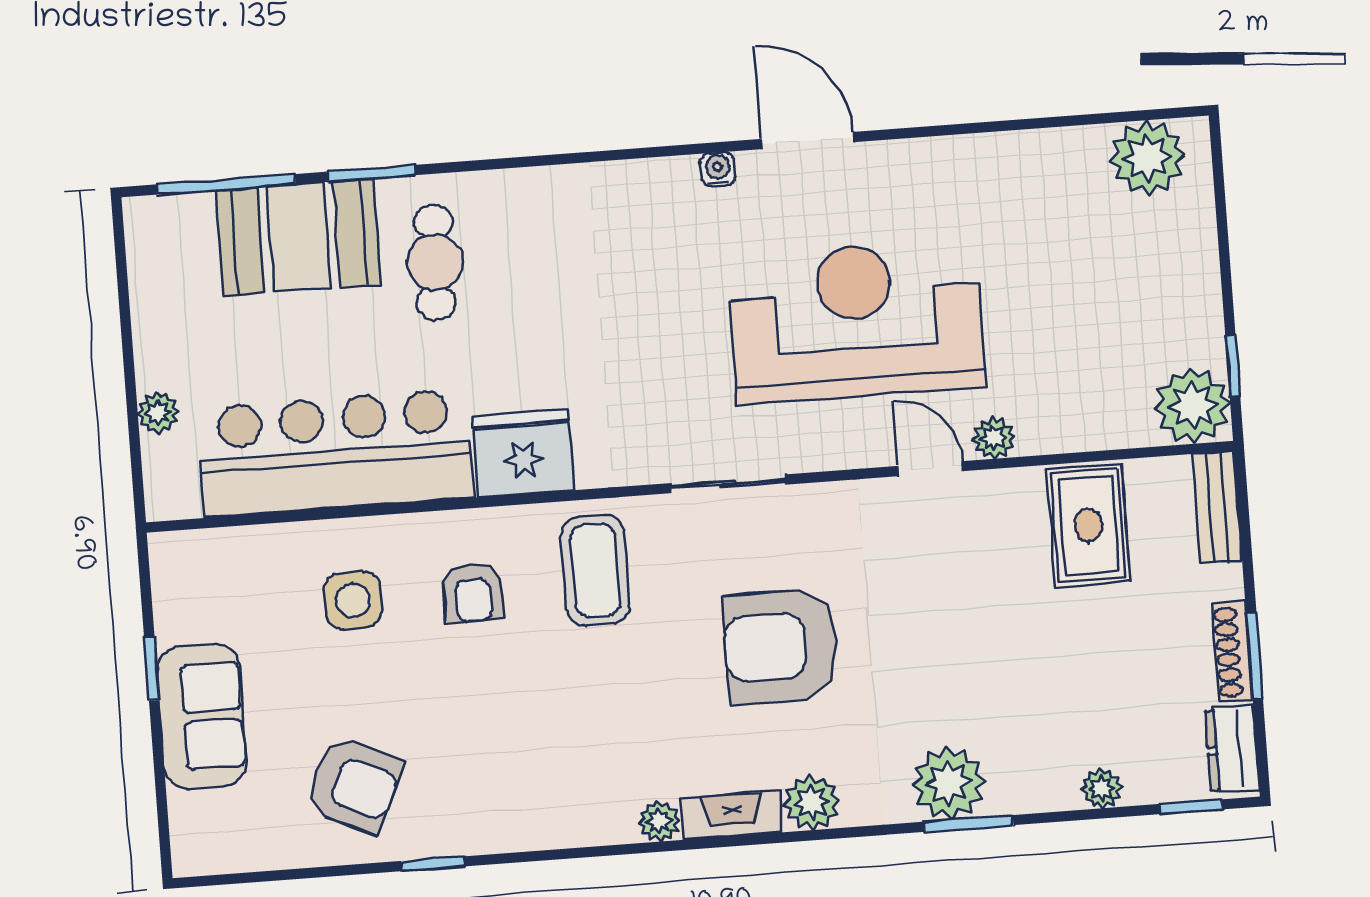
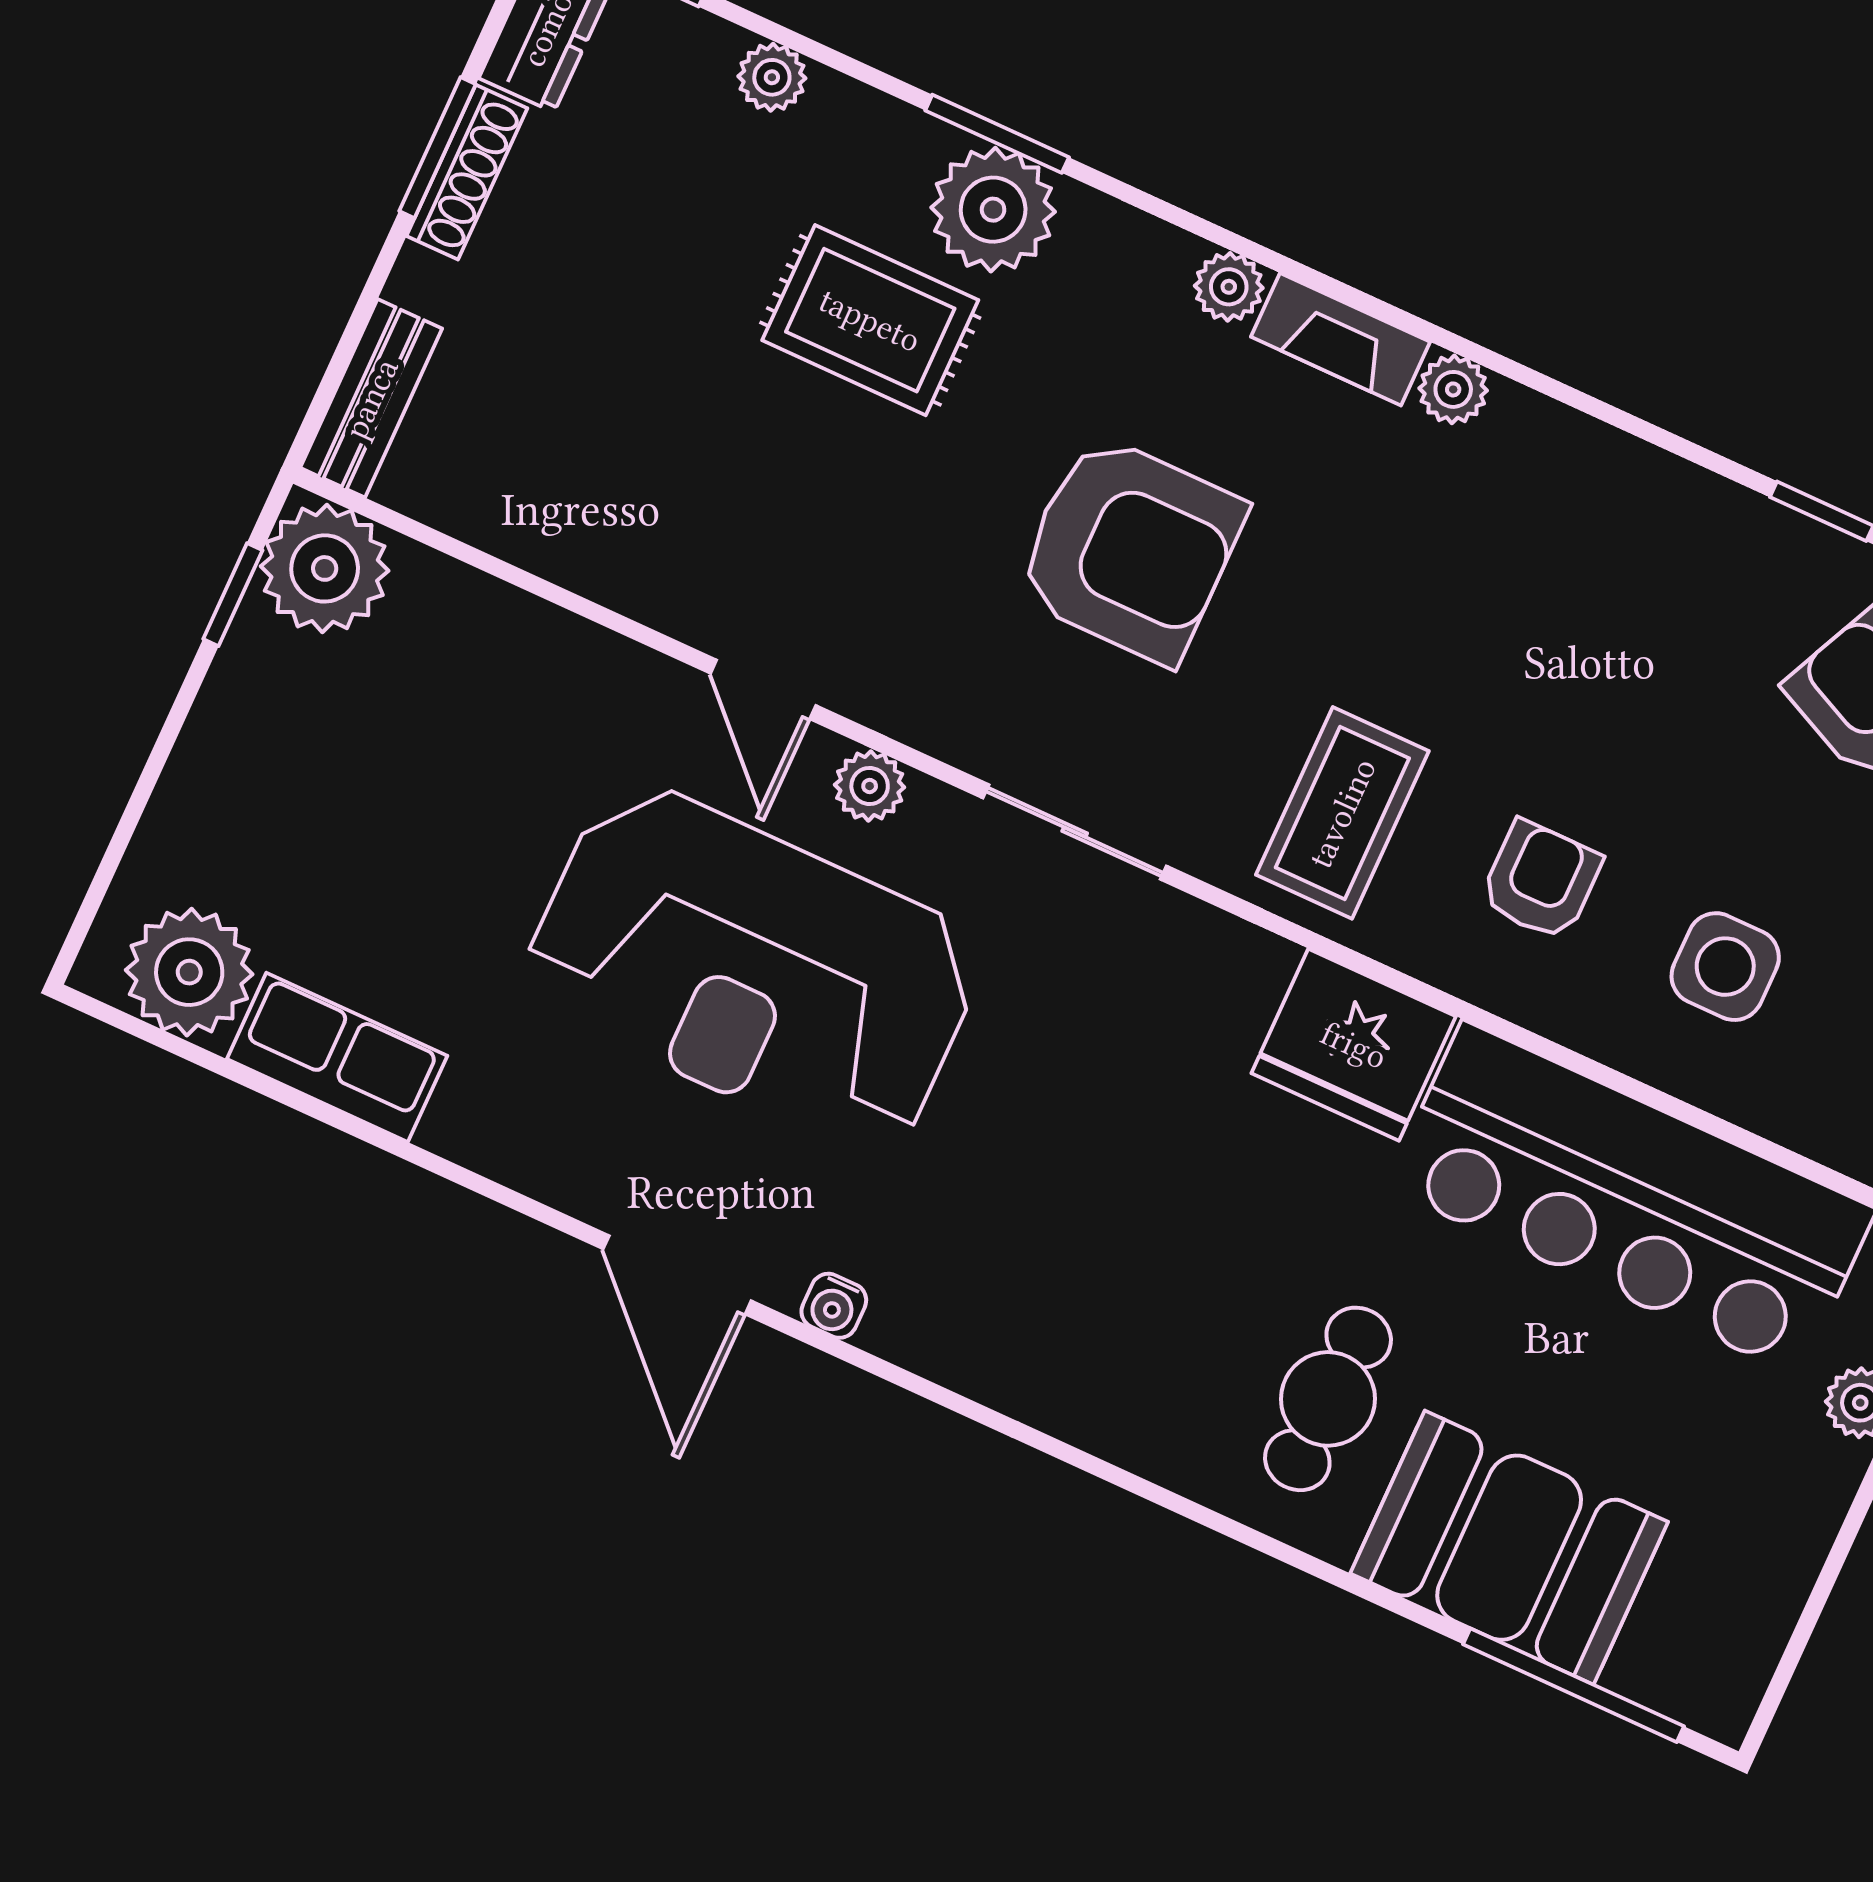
row of seats: (1046, 156) -> (337, 1057), added
window: (371, 173) -> (1349, 1583), removed
plant: (994, 438) -> (870, 786), moved
rug: (1088, 525) -> (870, 320), moved, turned 90
plant: (812, 802) -> (1229, 287), width x0.73, depth x0.73

